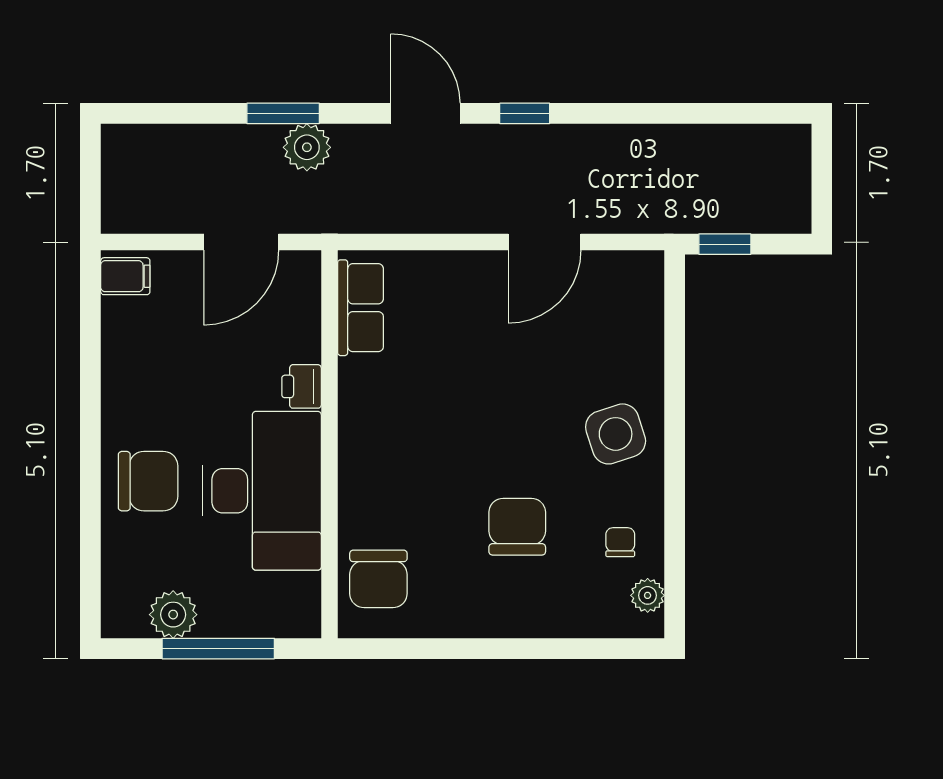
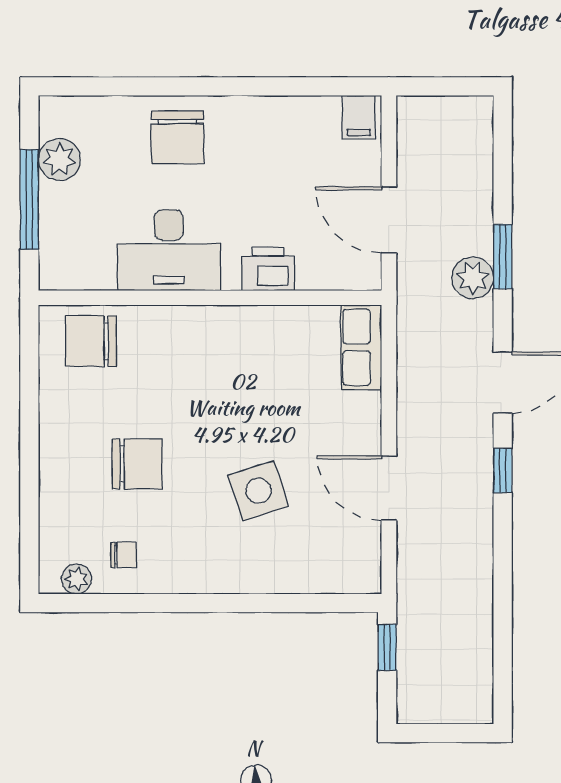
row of seats: (361, 308) -> (361, 347), moved, turned 90
printer: (302, 386) -> (268, 269), width x1.36, depth x1.24
side table: (616, 434) -> (258, 491), moved
desk: (262, 491) -> (169, 250), width x0.73, depth x0.77

